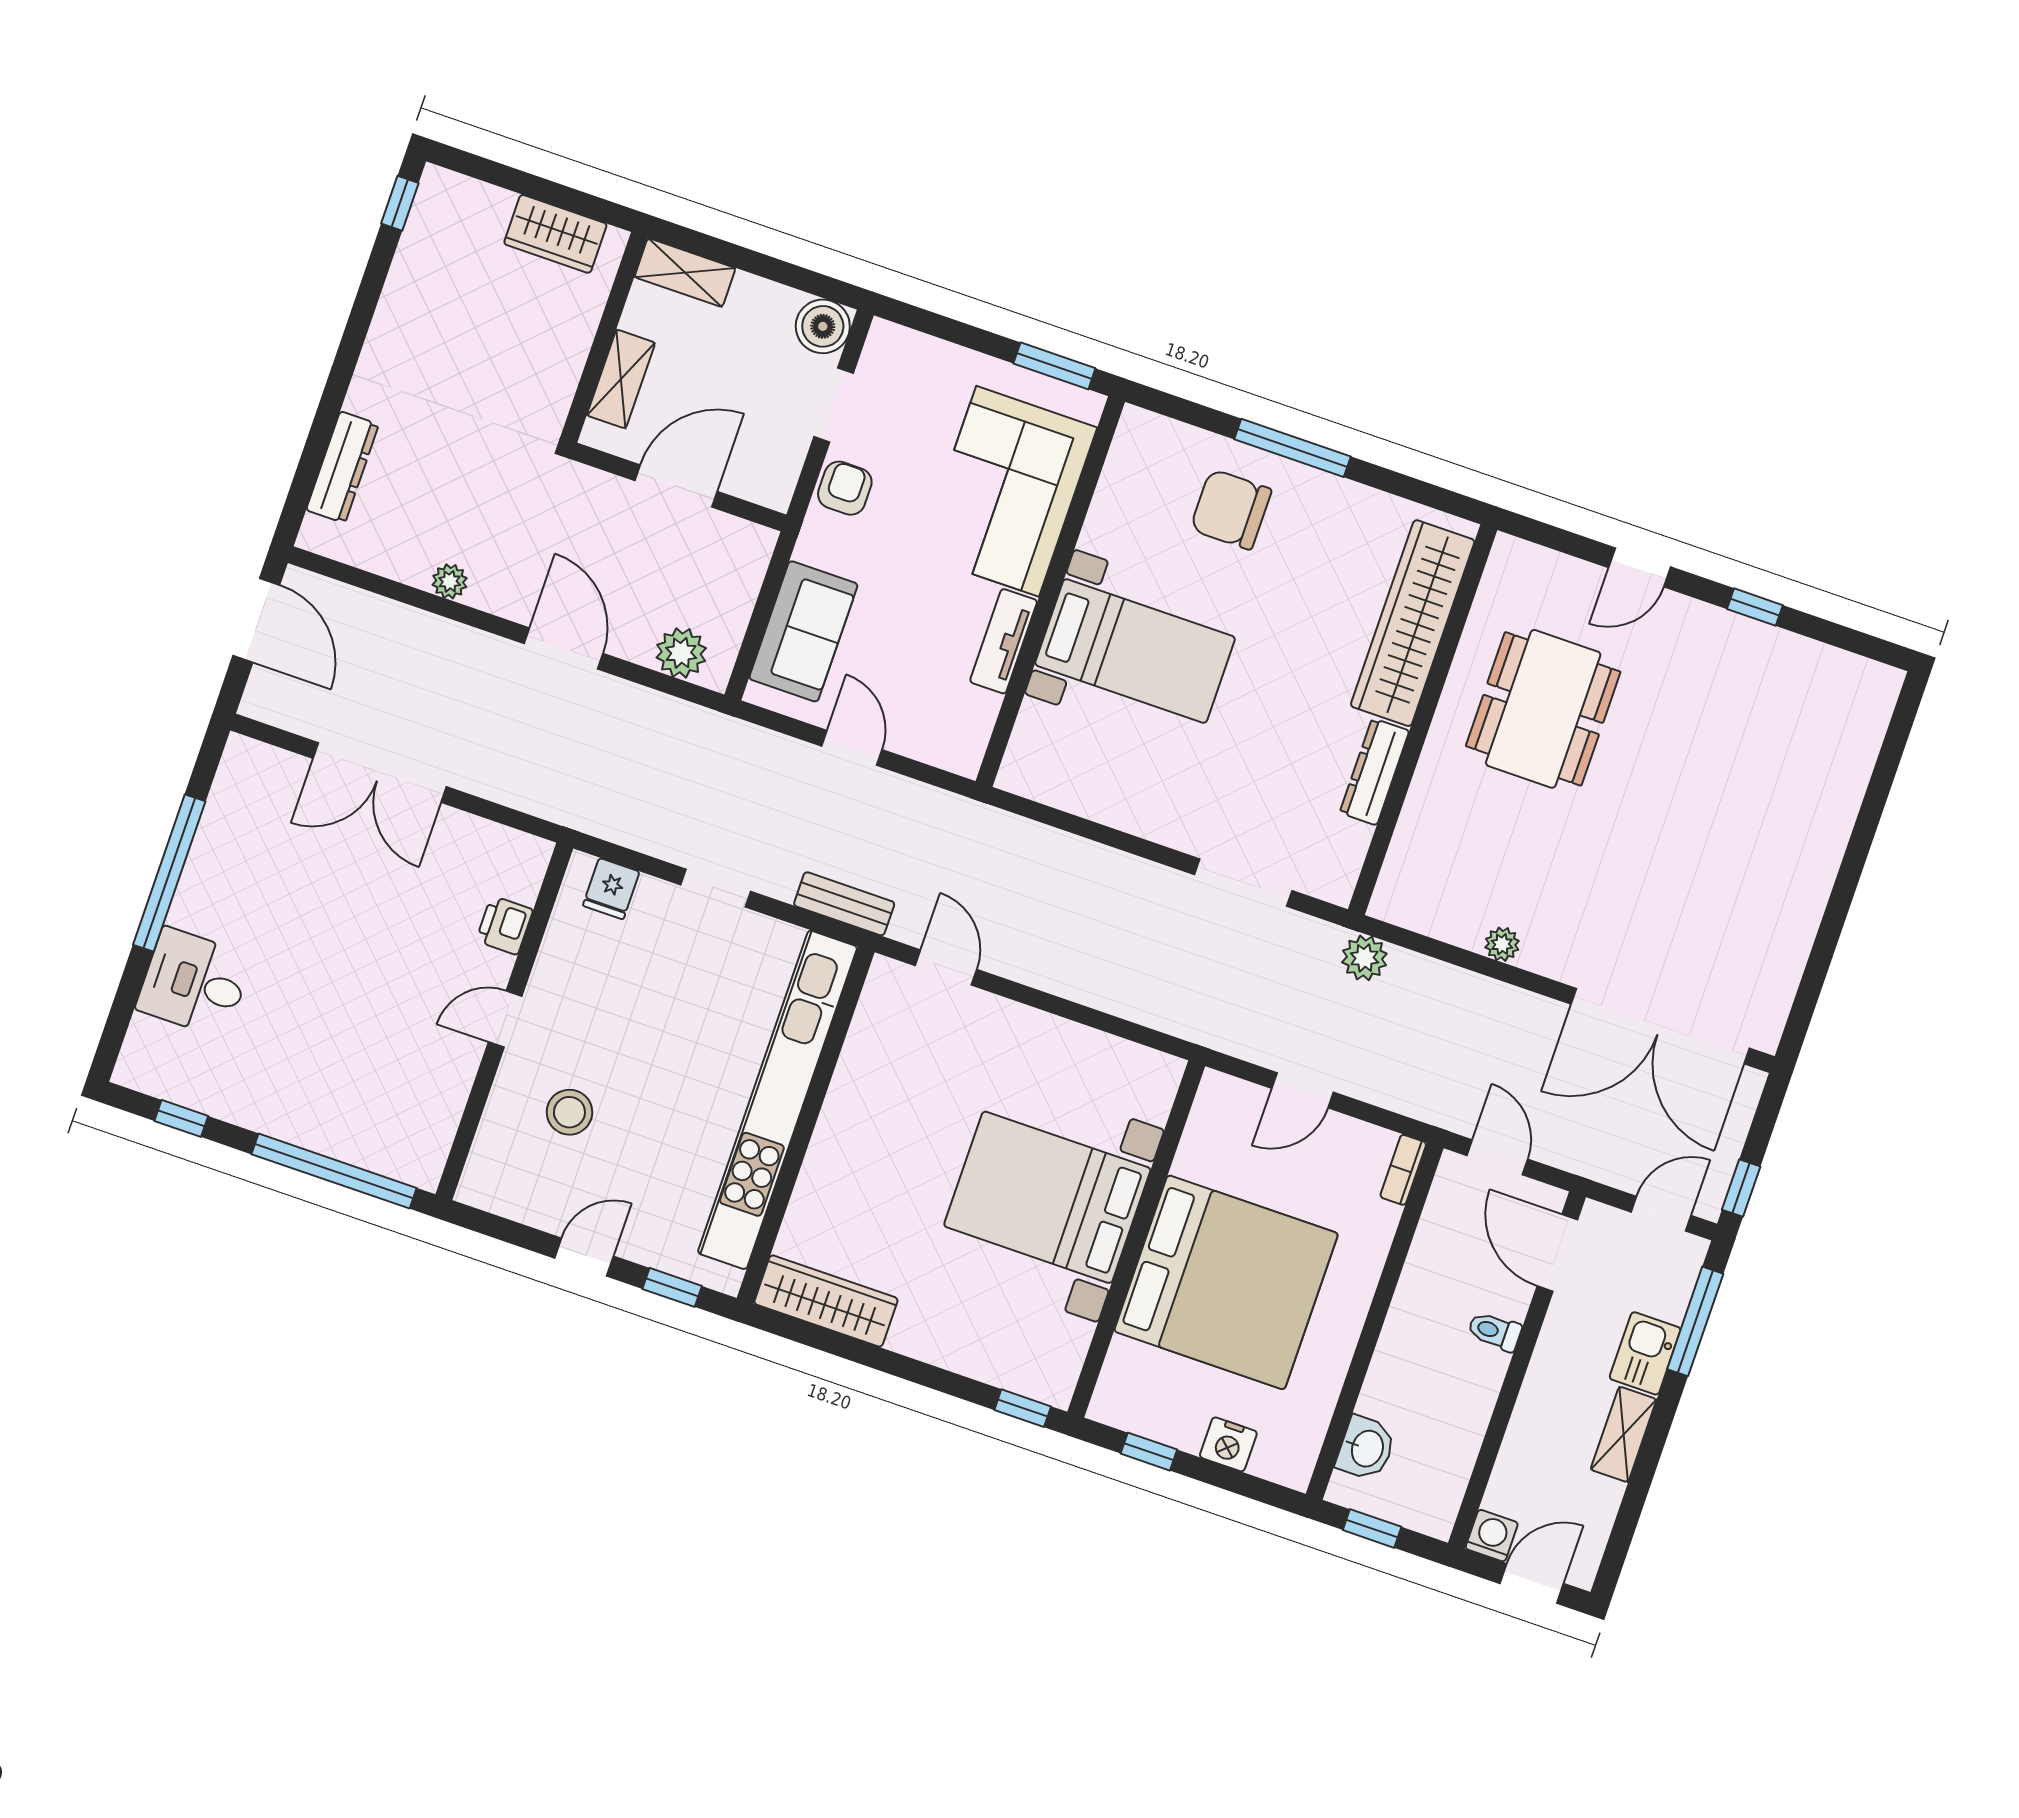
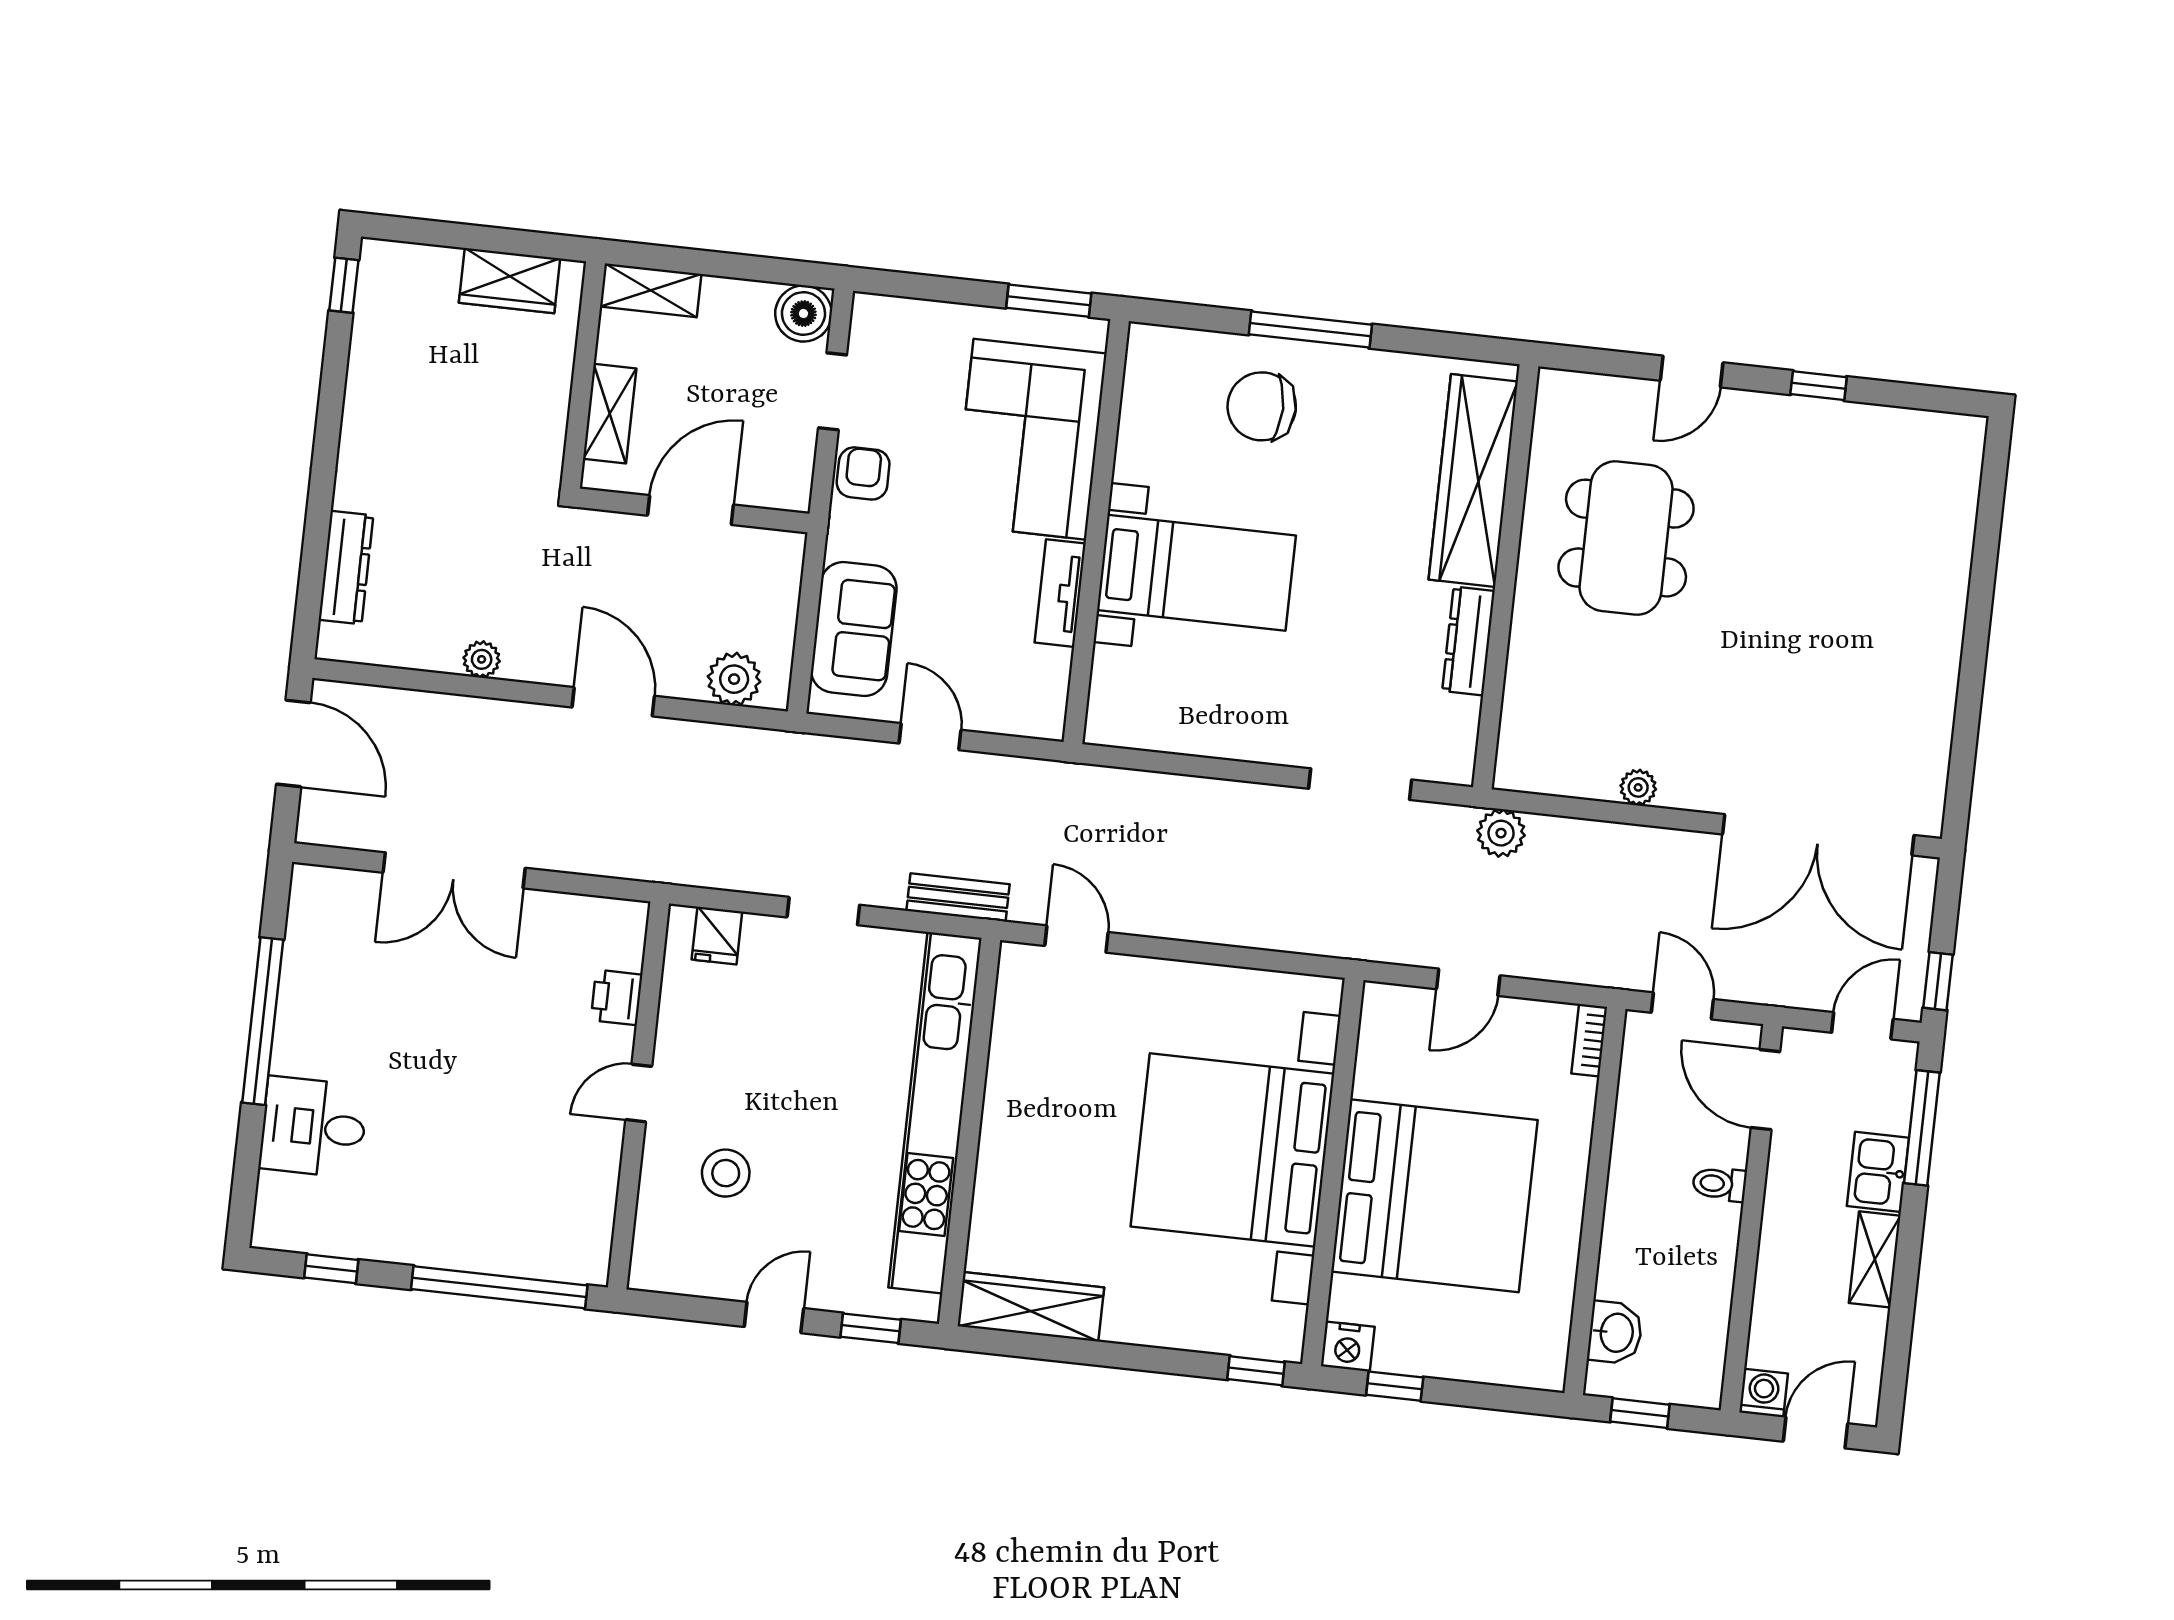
bed with nightstands: (1047, 1197) -> (1233, 1150), width x1.36
nightstand: (1228, 1444) -> (1348, 1346), moved

